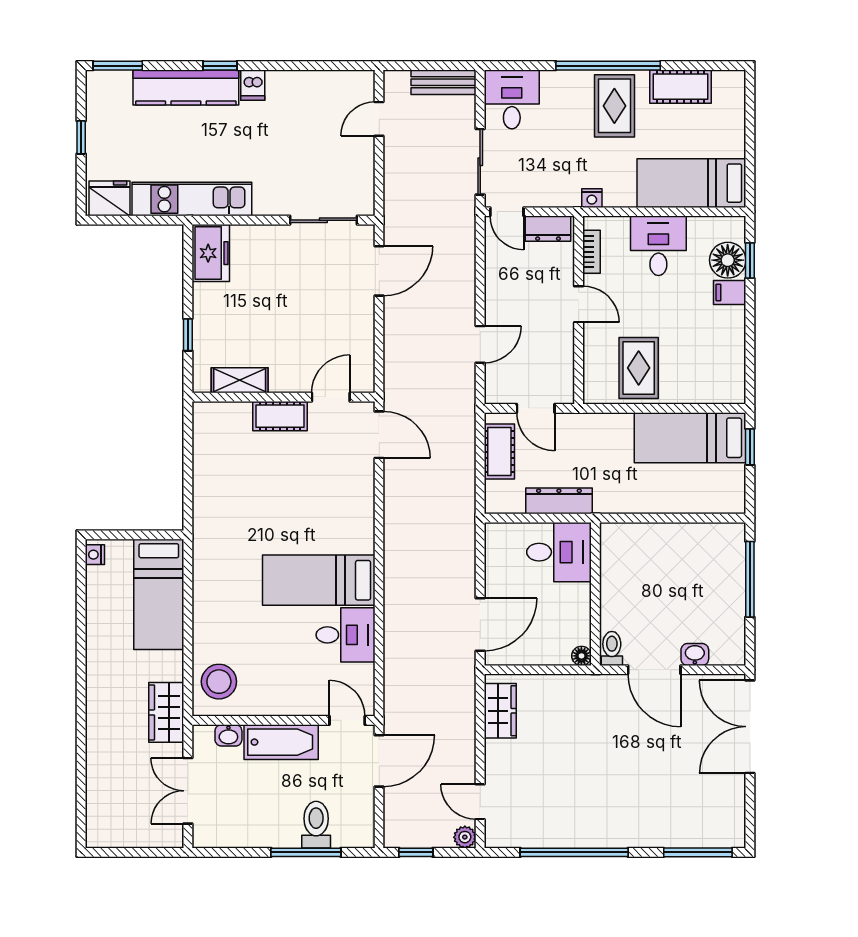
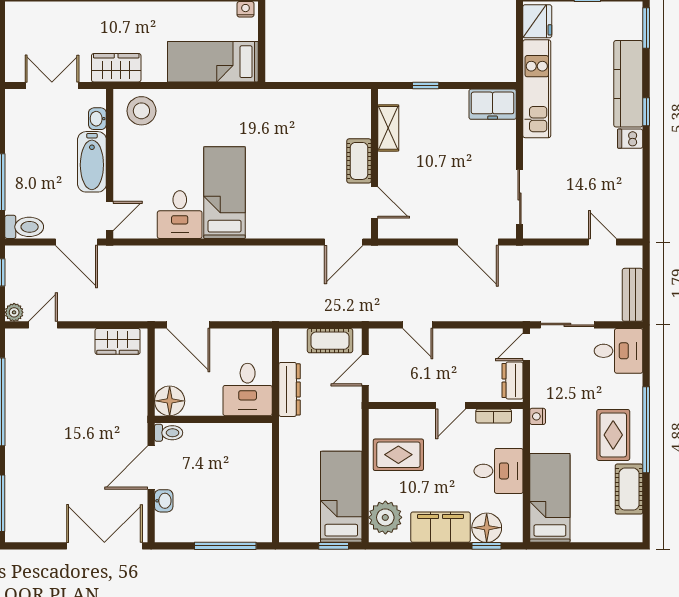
rug: (614, 106) -> (613, 435), turned 90
filing cabinet: (730, 293) -> (441, 527), width x3.00, depth x1.17
plant: (715, 384) -> (385, 517), added
floor lamp: (581, 656) -> (170, 401), width x1.89, depth x1.89
toilet: (316, 825) -> (24, 227), moved

